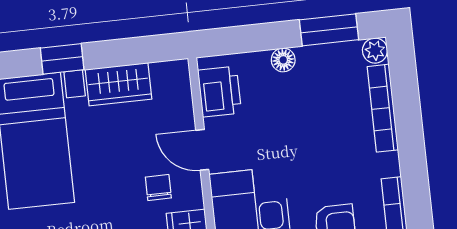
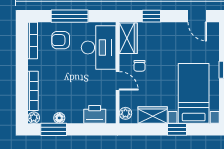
floor lamp: (283, 60) -> (59, 118), moved
plant: (178, 81) -> (125, 113), added
printer: (220, 92) -> (95, 114), moved, turned 90

